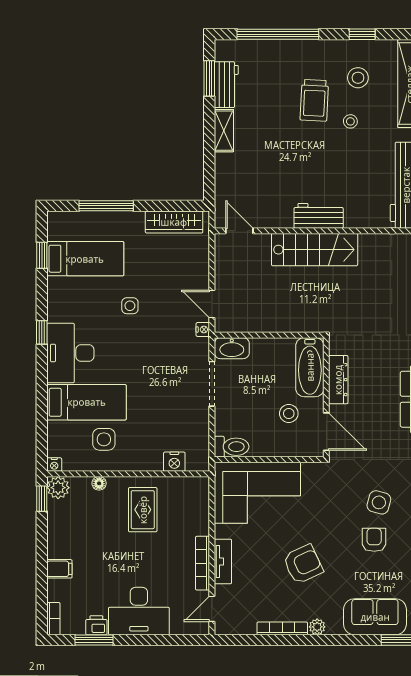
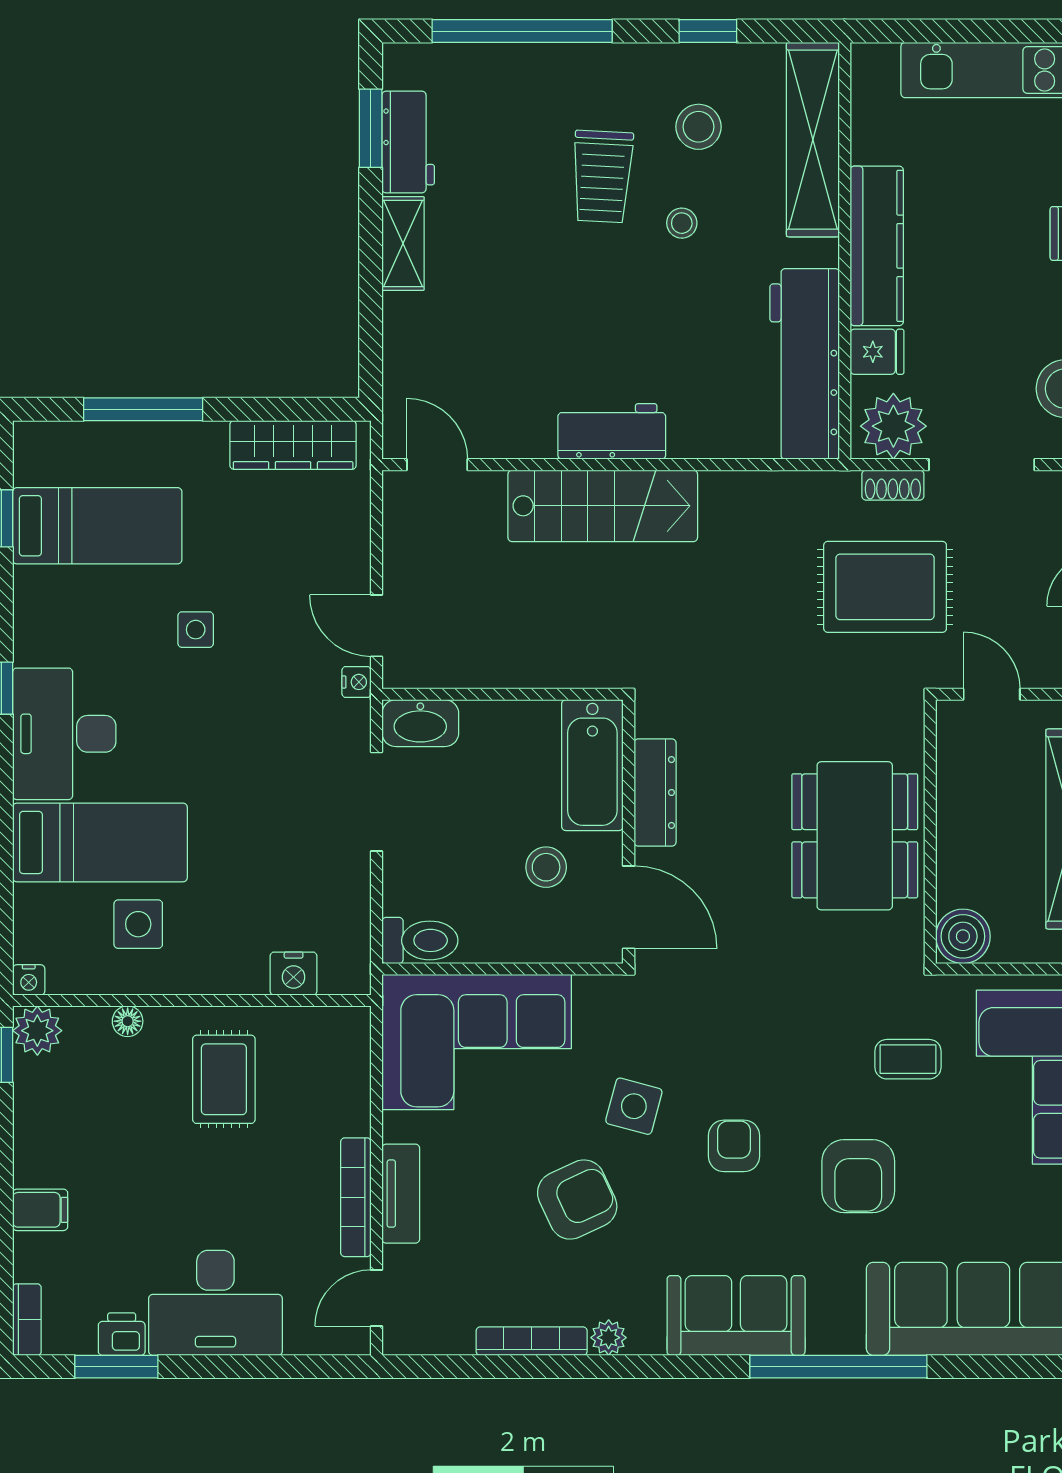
side table: (379, 502) -> (634, 1106), moved

